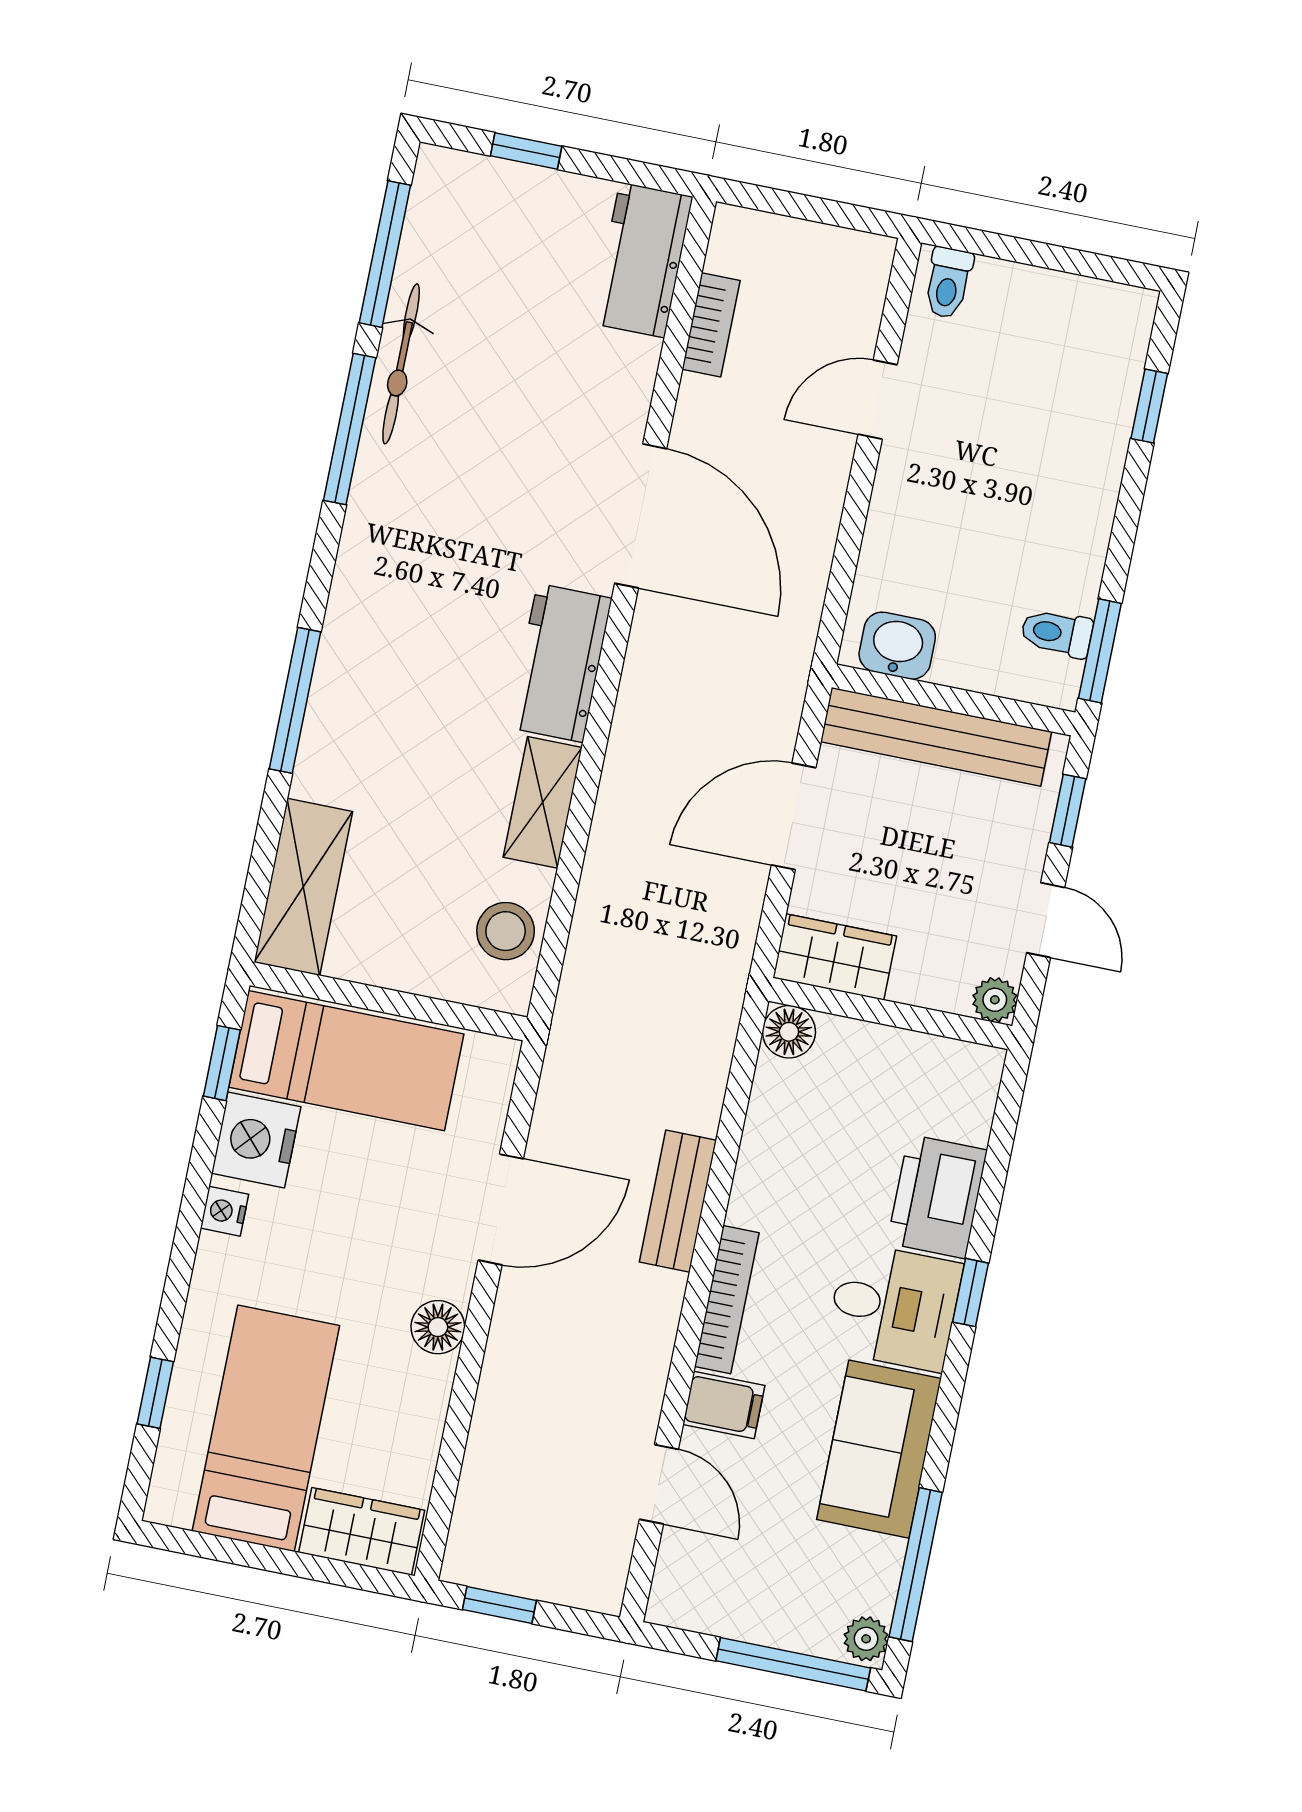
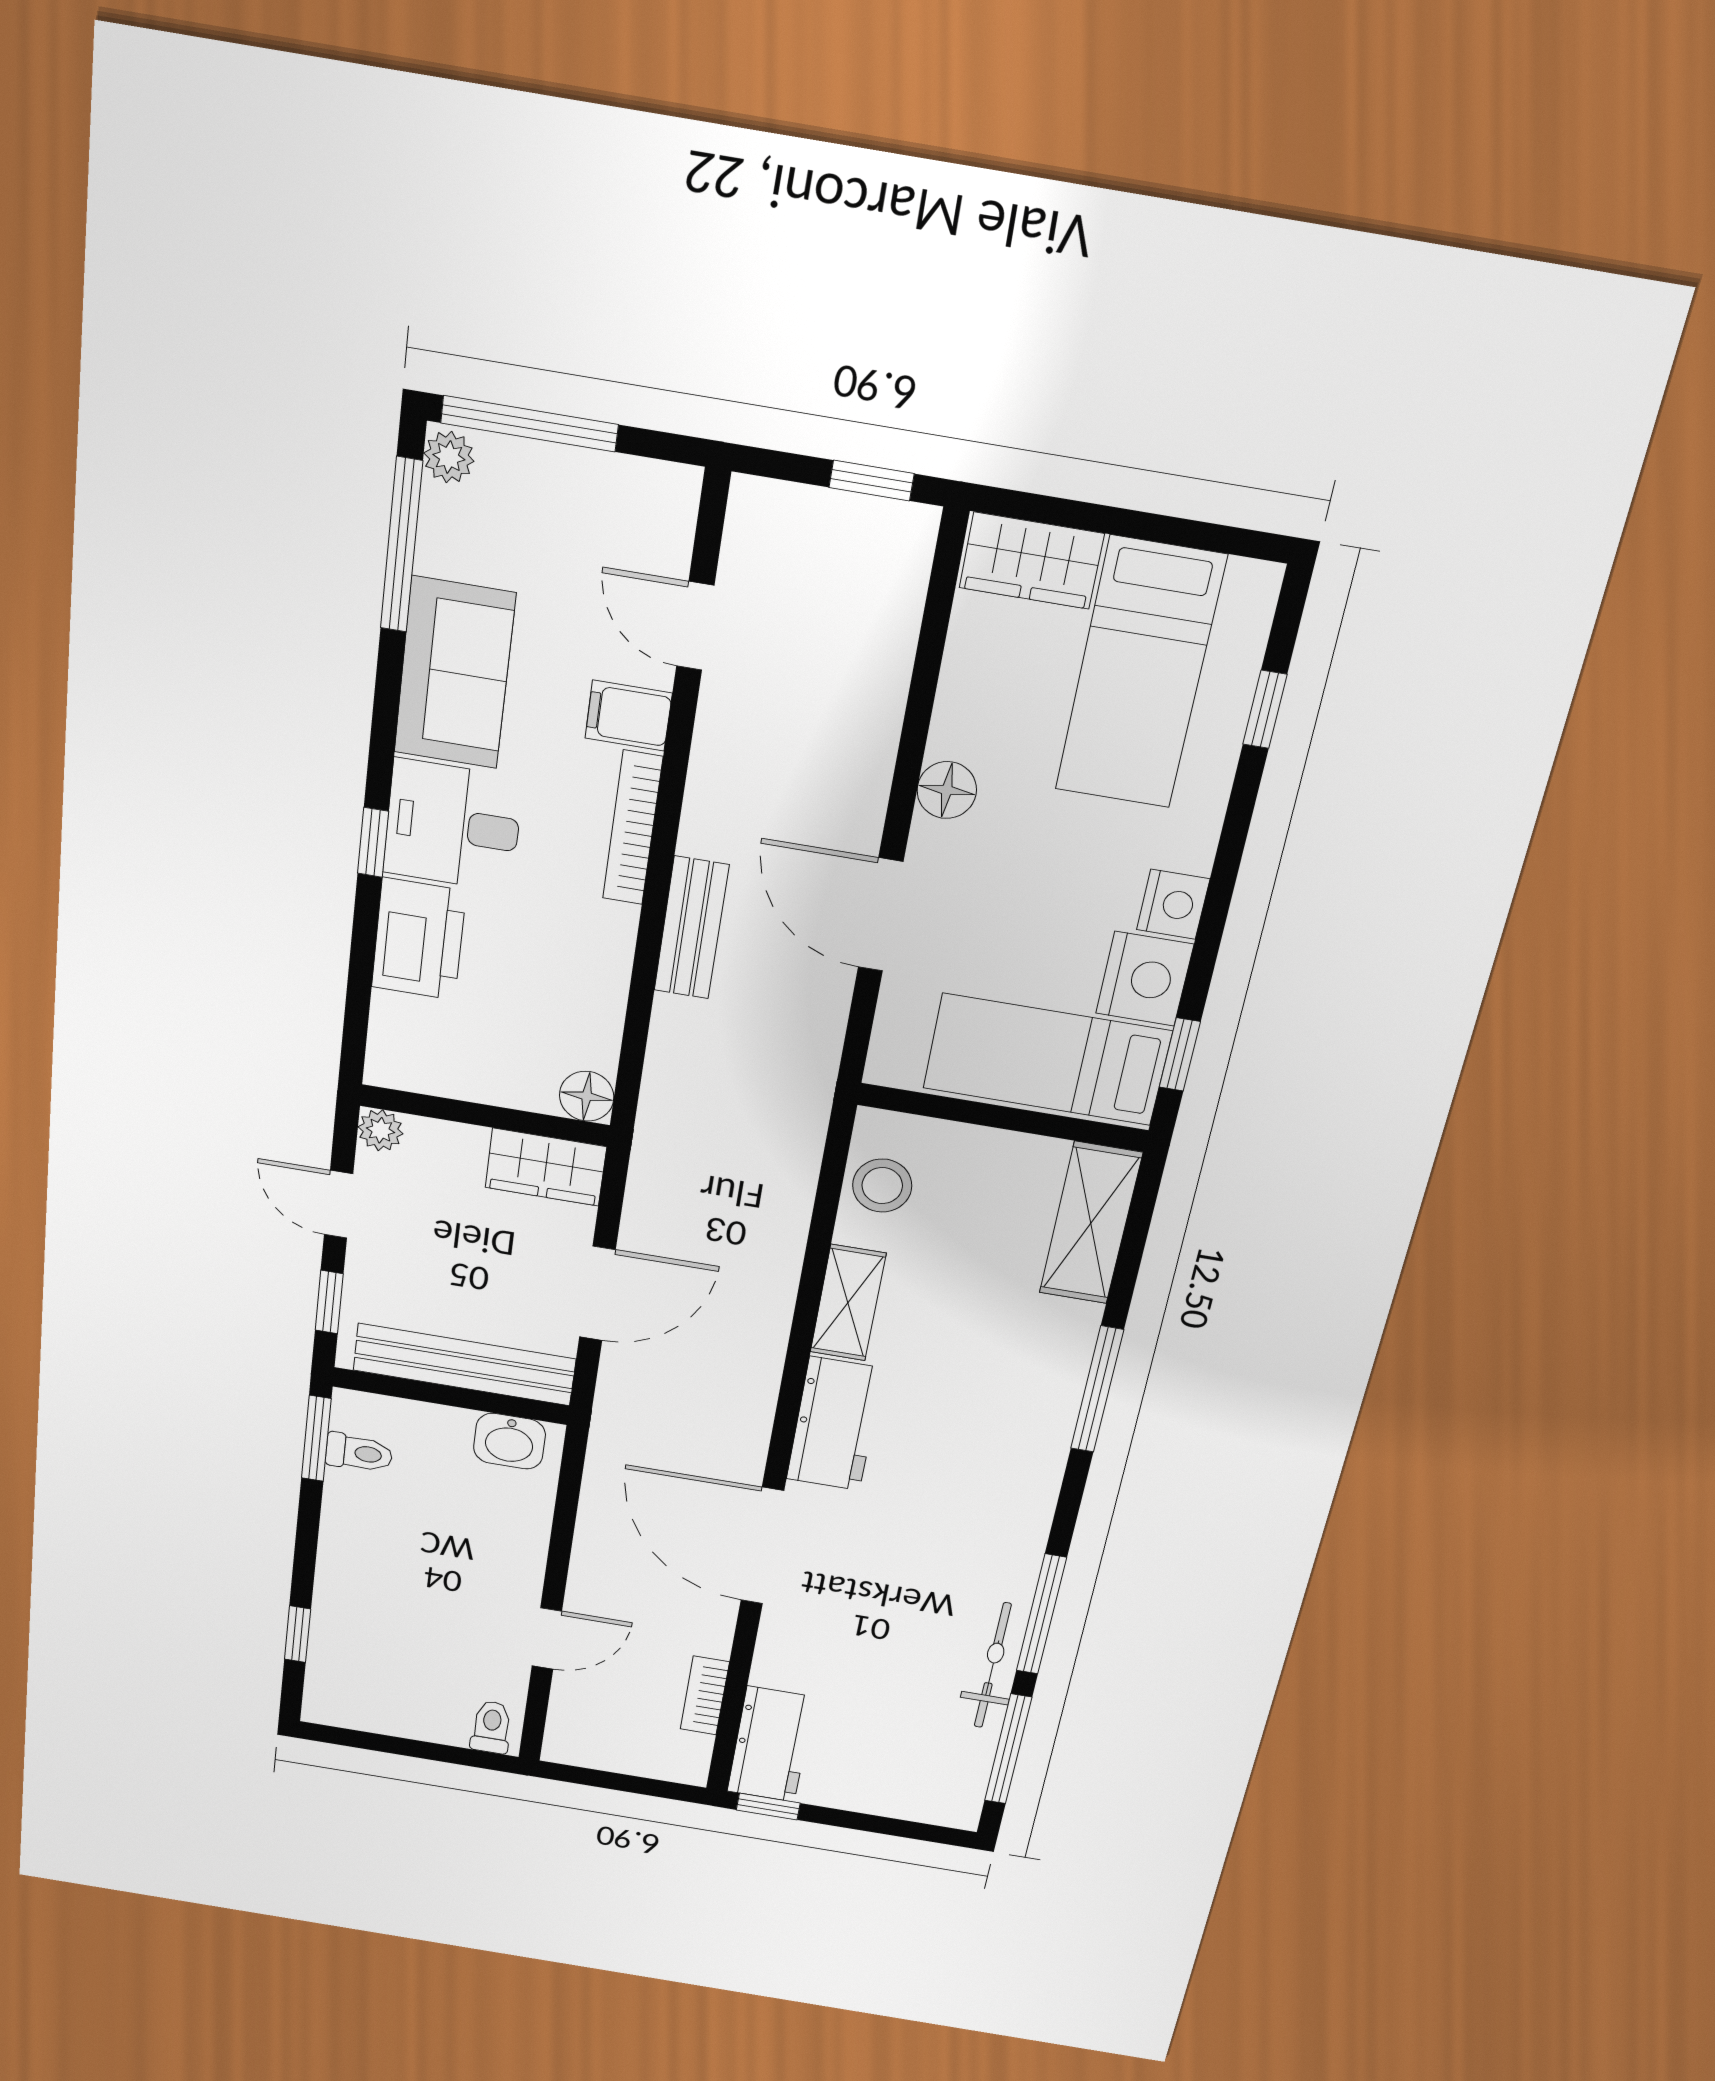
window: (526, 151) -> (768, 1806), moved
door: (501, 1209) -> (880, 915), hinge flipped
nightstand: (224, 1211) -> (1173, 904), width x1.39, depth x1.35

